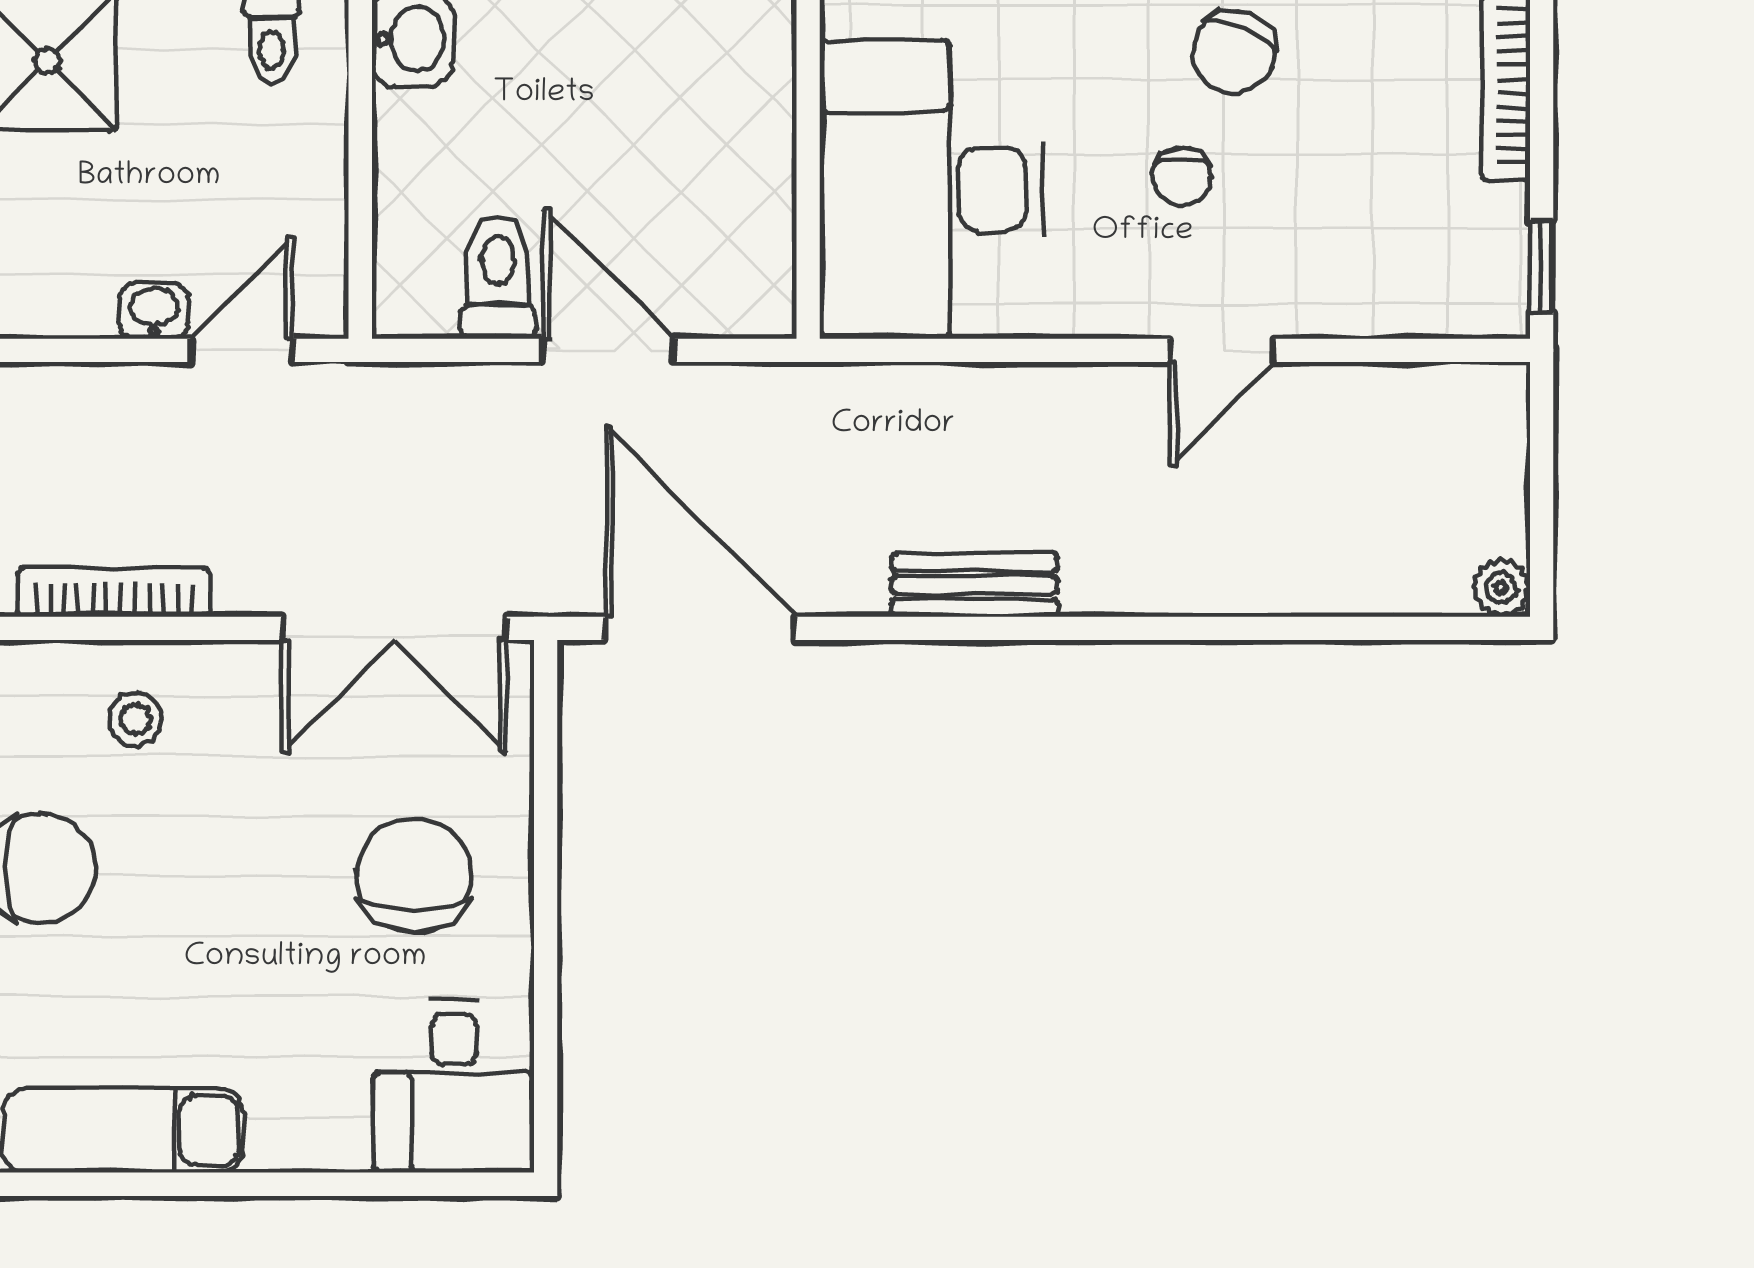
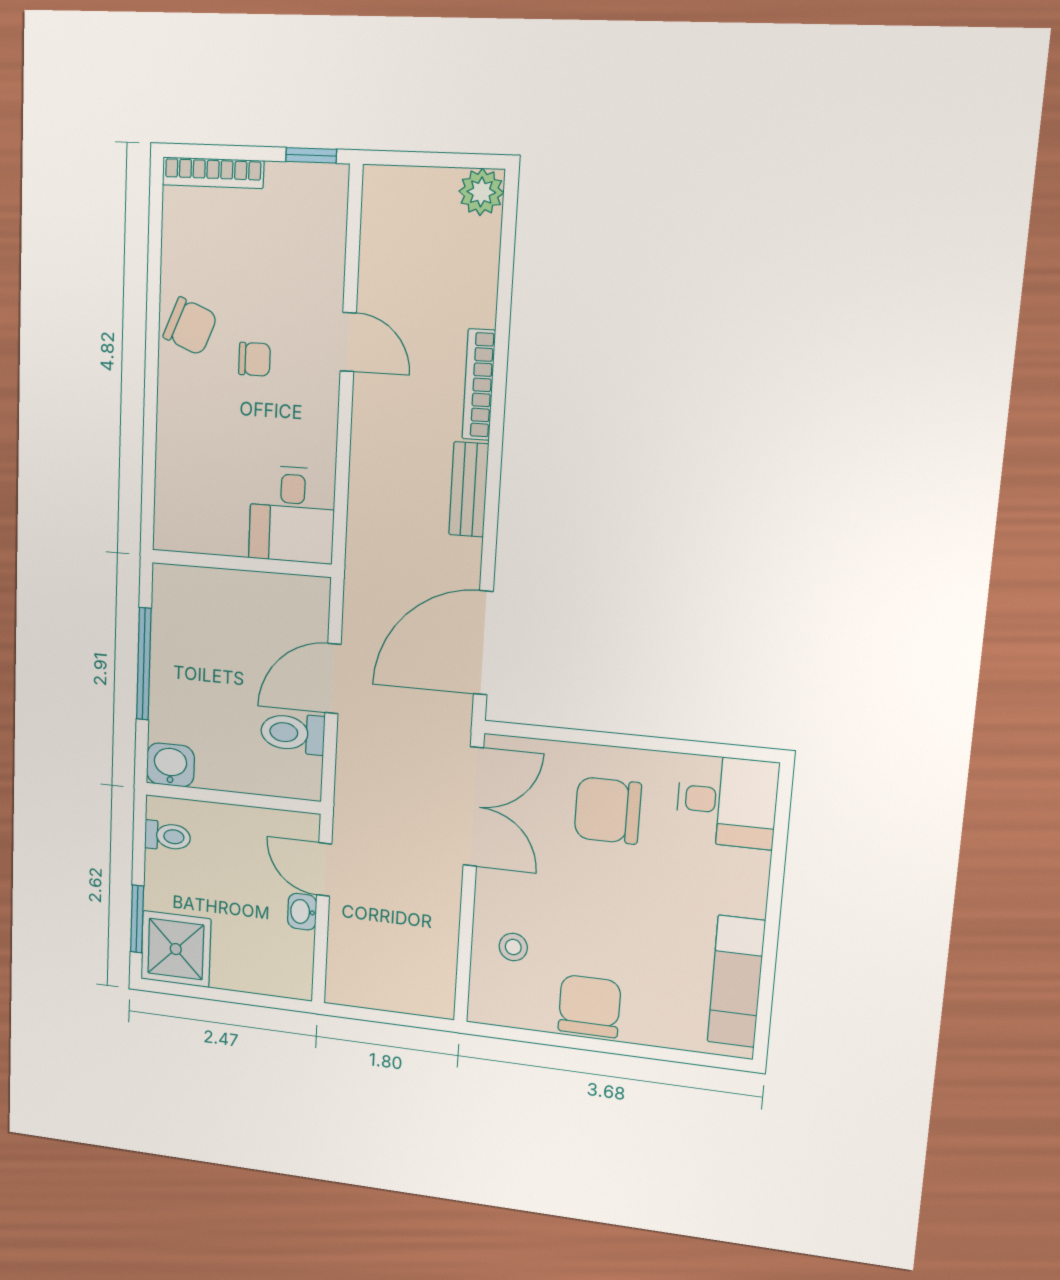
desk: (932, 189) -> (292, 514), width x0.53, depth x0.77
plant: (1501, 588) -> (481, 192), width x1.38, depth x1.38
bookcase: (114, 592) -> (479, 385), moved

